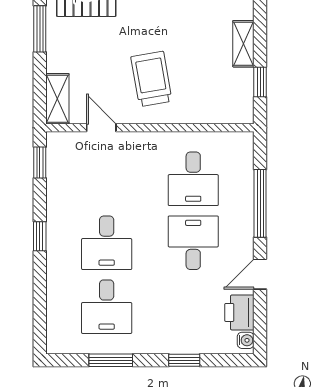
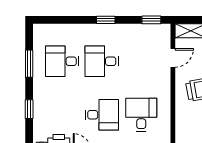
desk: (193, 179) -> (141, 115), turned 90

